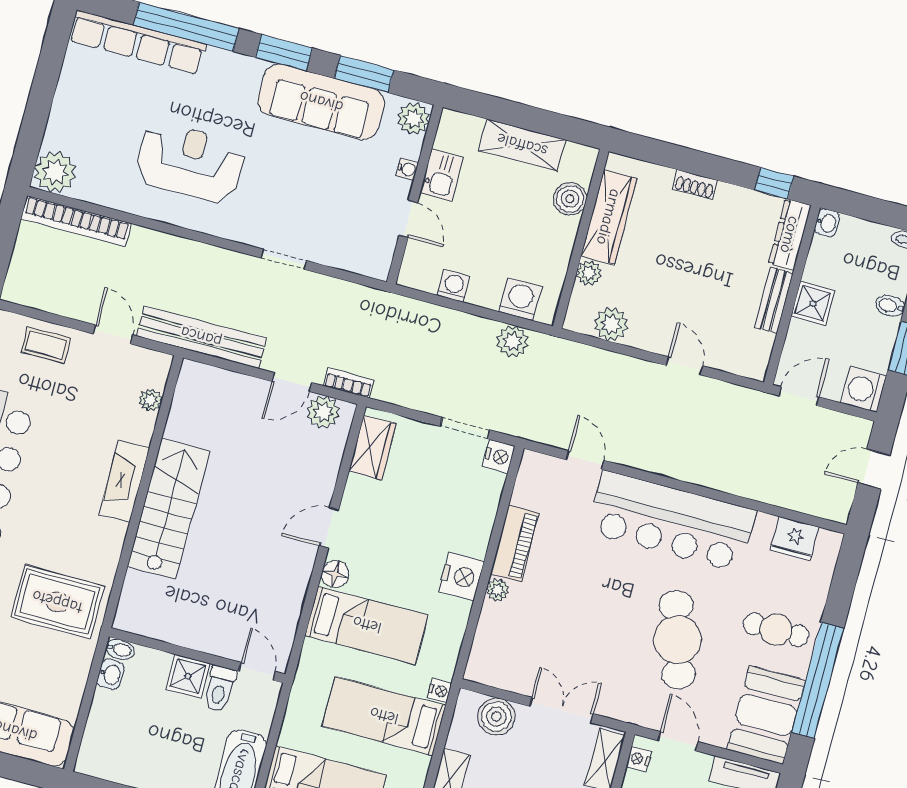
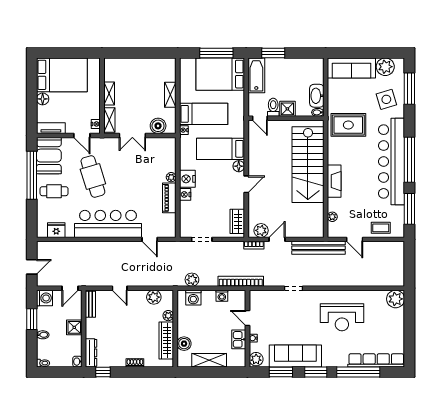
bookcase: (76, 221) -> (241, 281), moved
bench: (774, 300) -> (90, 304), moved
nightstand: (499, 456) -> (185, 194), moved
stairs: (169, 508) -> (308, 165), width x1.36, depth x1.51
washbasin: (111, 674) -> (317, 96), width x1.91, depth x1.45

